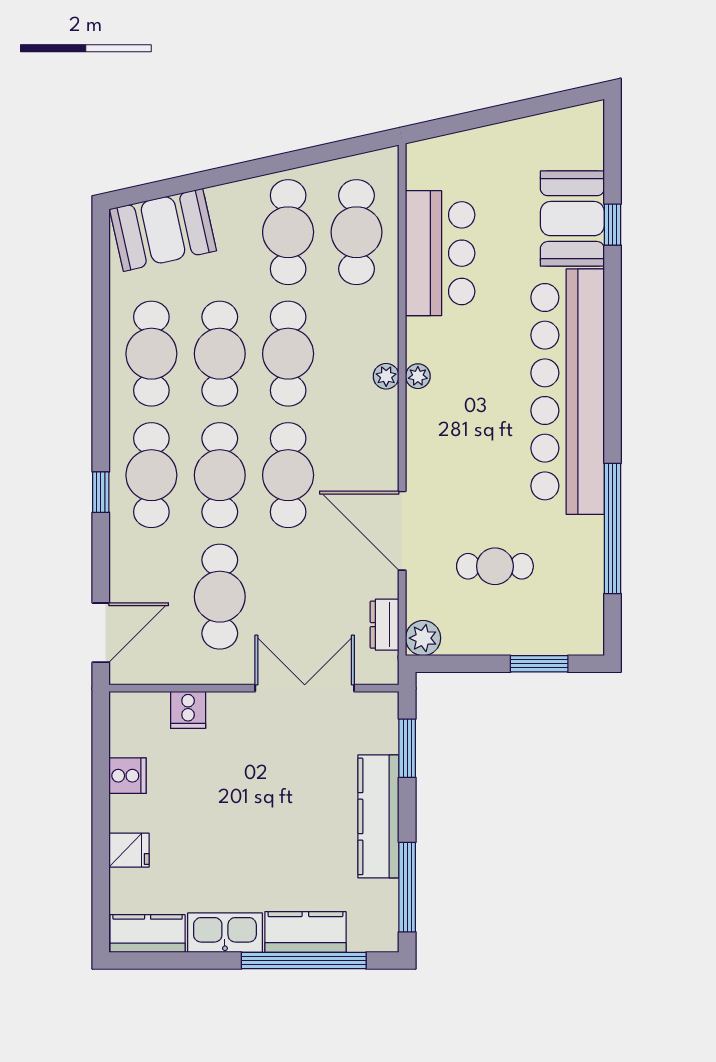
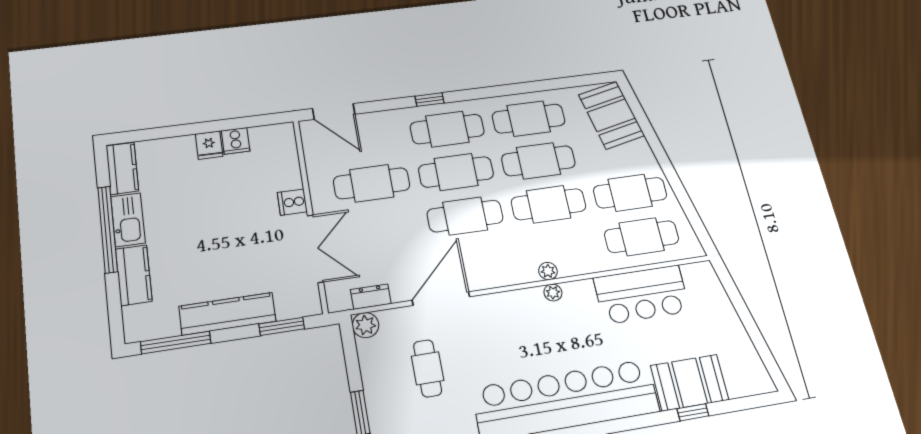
cooker: (188, 710) -> (292, 202), moved
fridge: (129, 850) -> (209, 145), moved
window: (304, 960) -> (108, 229), moved

